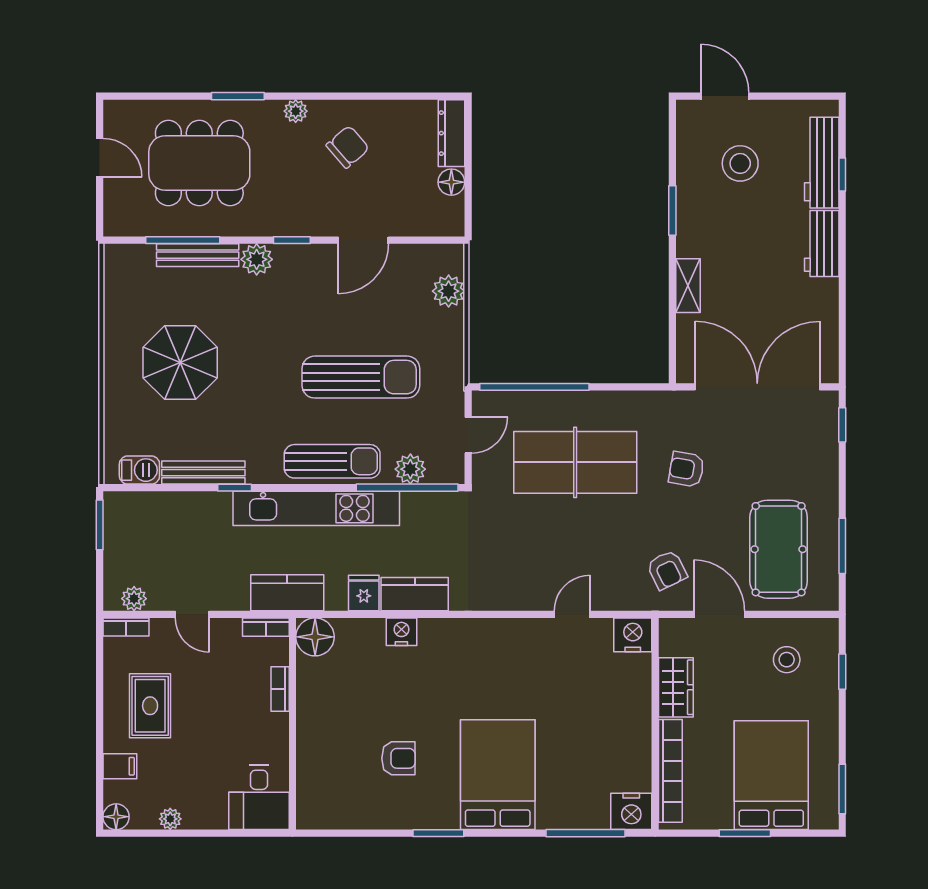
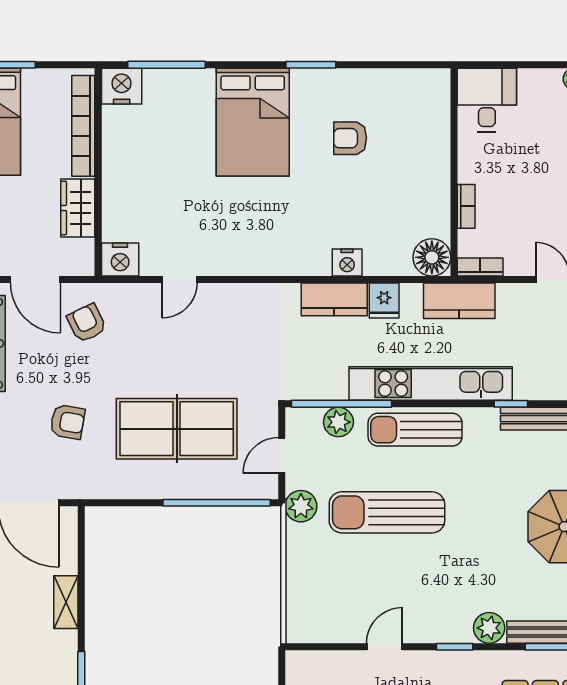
door: (363, 240) -> (384, 647), width x0.73
plant: (449, 291) -> (301, 506), moved

